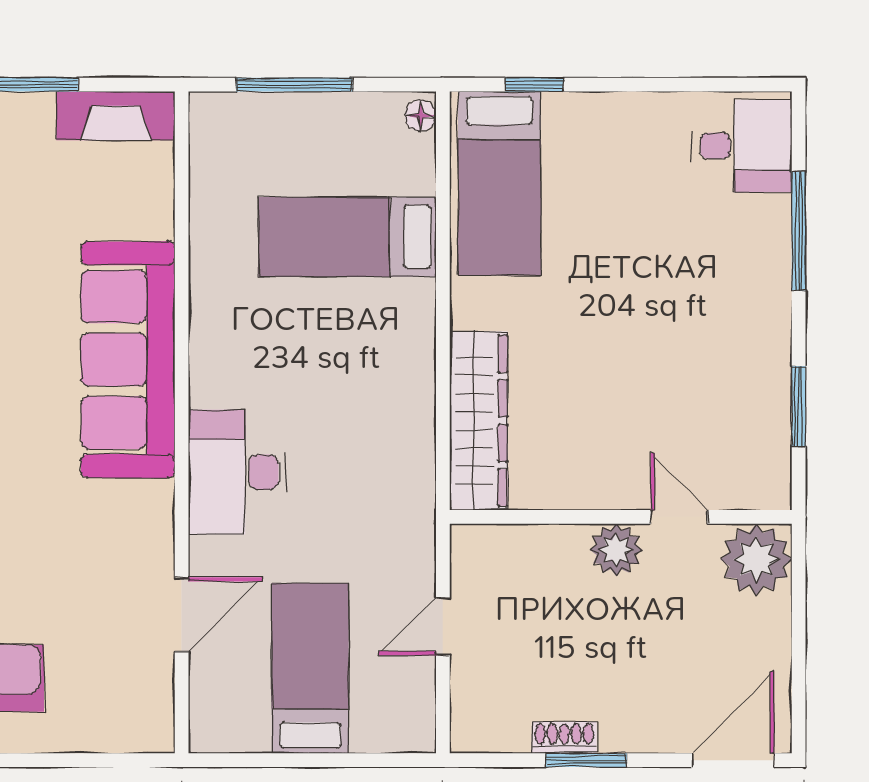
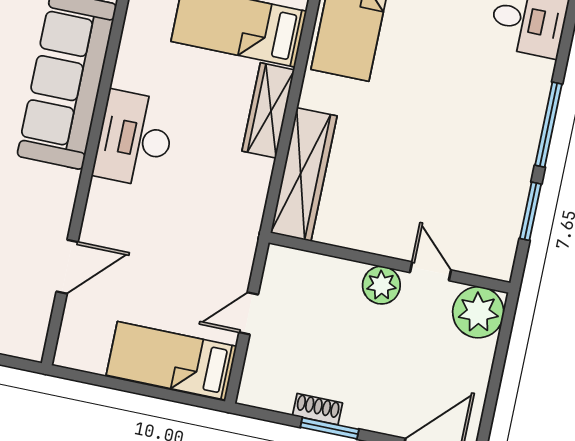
window: (799, 231) -> (549, 125), moved
wardrobe: (412, 343) -> (268, 110), added
desk: (237, 472) -> (135, 139), moved
bed: (310, 668) -> (172, 361), moved, turned -90

